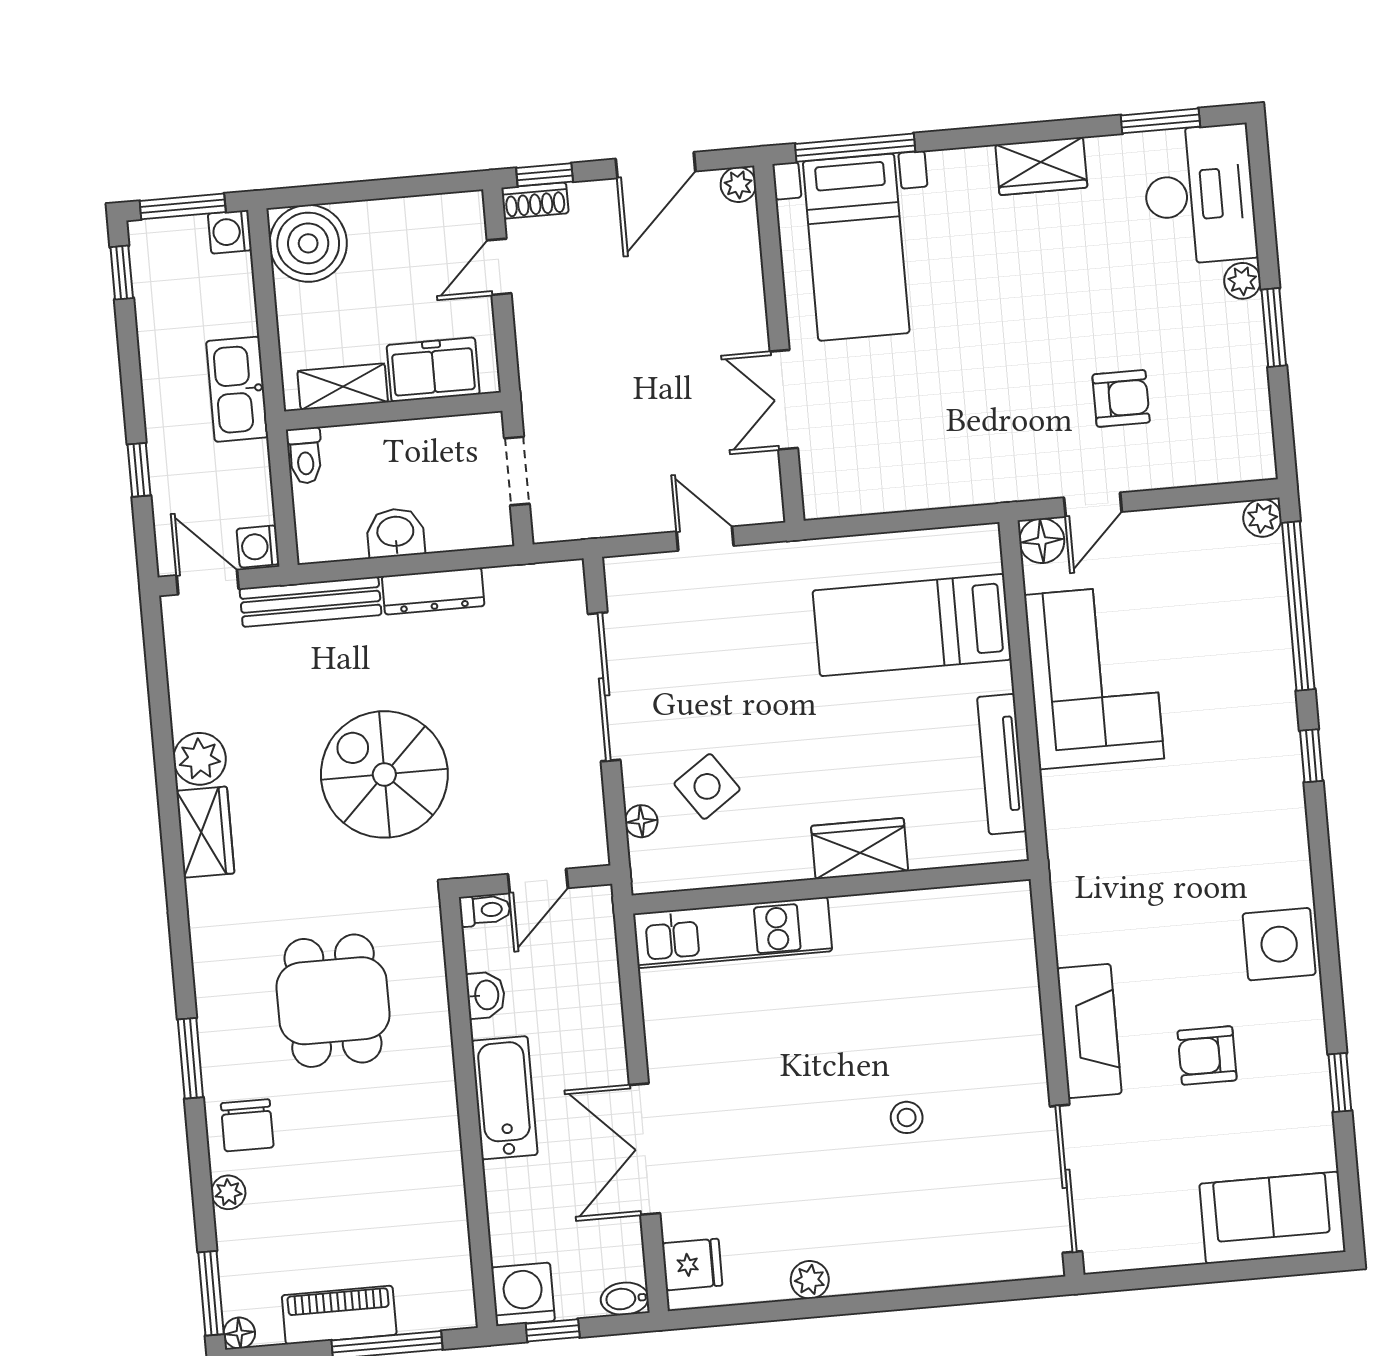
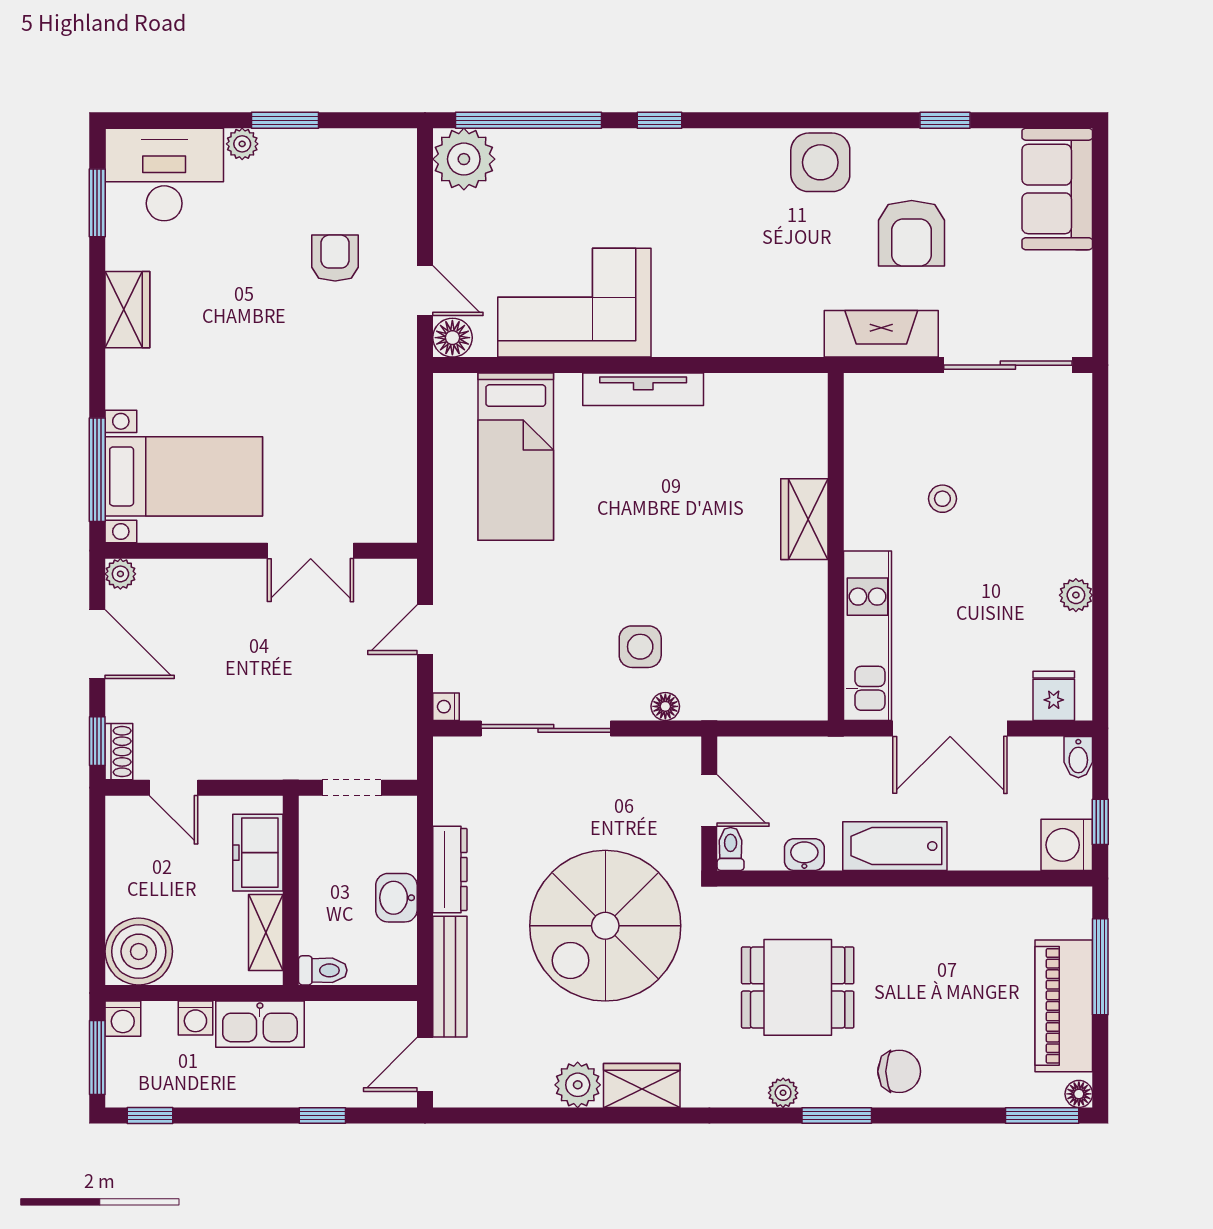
plant: (1262, 518) -> (464, 159), width x1.88, depth x1.88
washing machine: (258, 547) -> (195, 1018), moved
nightstand: (619, 570) -> (446, 707), added
spiral stairs: (384, 774) -> (605, 926), width x1.37, depth x1.37
side table: (707, 786) -> (640, 647), turned 35
wardrobe: (860, 849) -> (804, 519), moved
wall: (831, 887) -> (836, 547), moved
kitchen unit: (733, 933) -> (868, 636), moved
armchair: (1207, 1055) -> (912, 233), width x1.38, depth x1.38
plant: (228, 1192) -> (783, 1093), moved
piano: (339, 1315) -> (1064, 1006), width x1.37, depth x1.33

